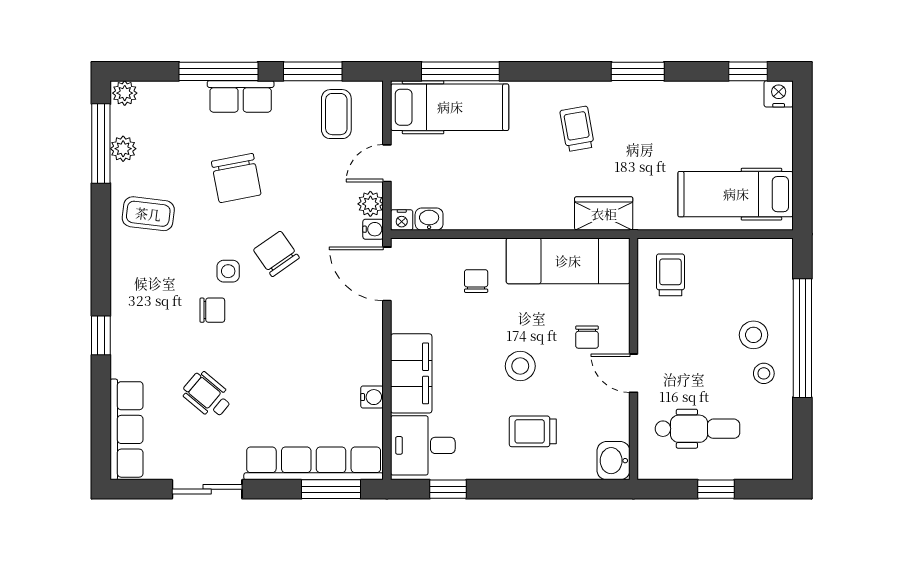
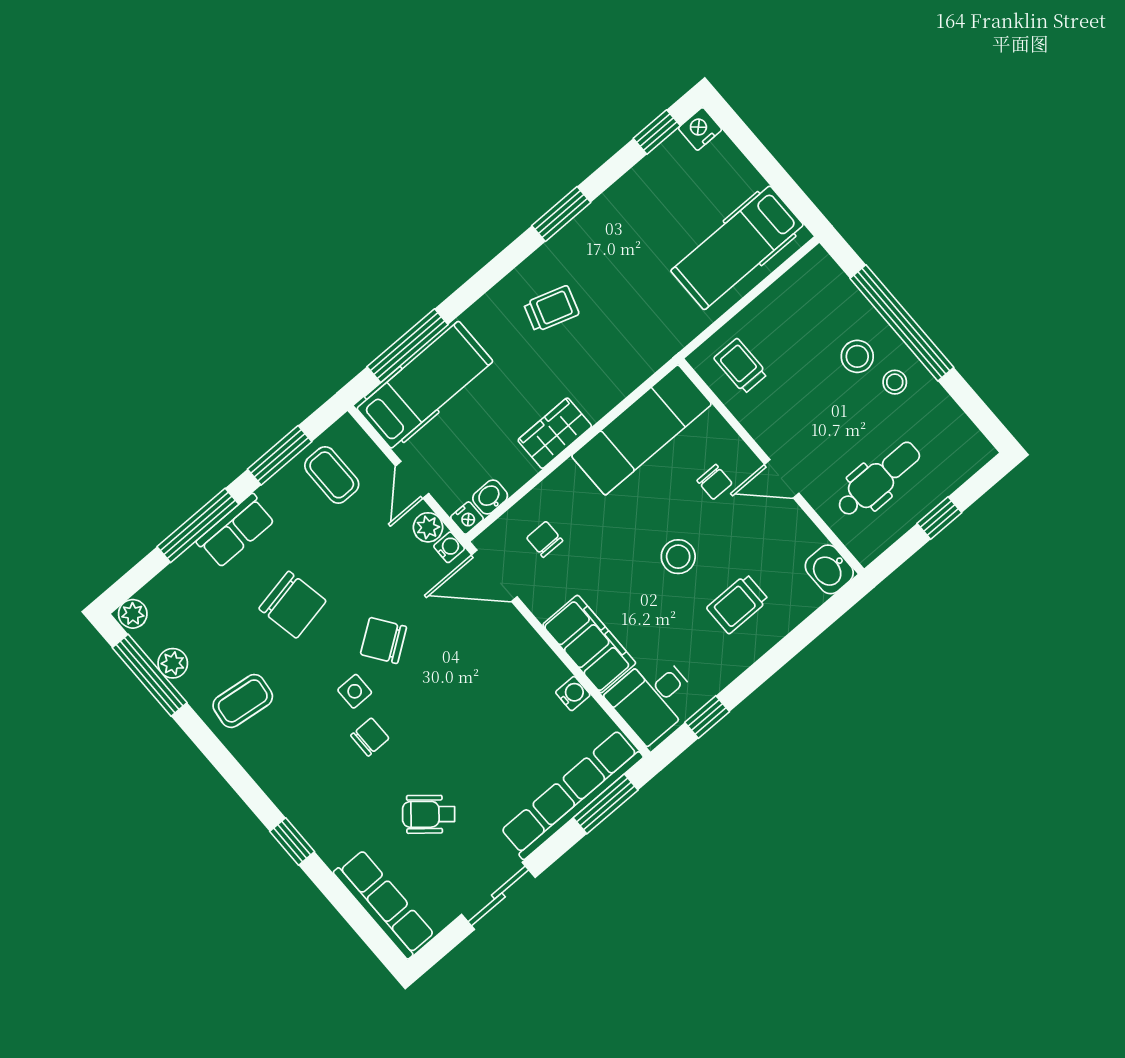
trolley: (577, 129) -> (551, 309), turned 118
wardrobe: (604, 214) -> (555, 433), moved
chair: (476, 281) -> (545, 539), moved

